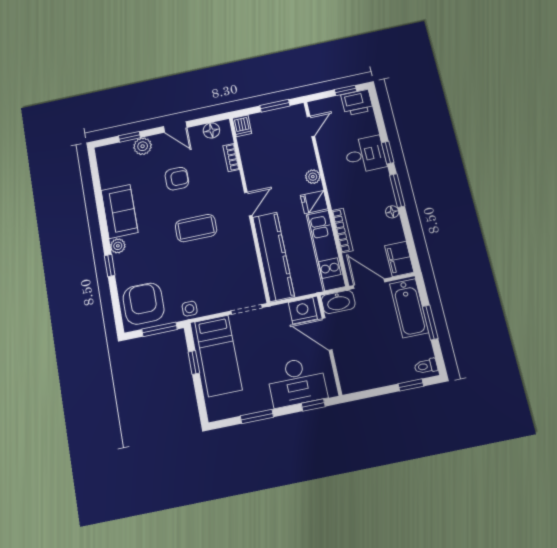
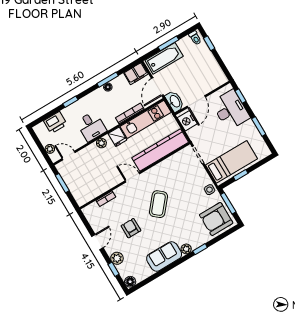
window: (346, 90) -> (37, 142), removed
printer: (357, 103) -> (55, 123), moved, turned 90
plant: (329, 104) -> (50, 149), added
dishwasher: (242, 126) -> (83, 199), removed
floor lamp: (211, 130) -> (130, 282), moved
desk: (365, 154) -> (91, 126), moved, turned 180
window: (397, 191) -> (108, 80), moved
coffee table: (196, 228) -> (159, 204), turned 40

